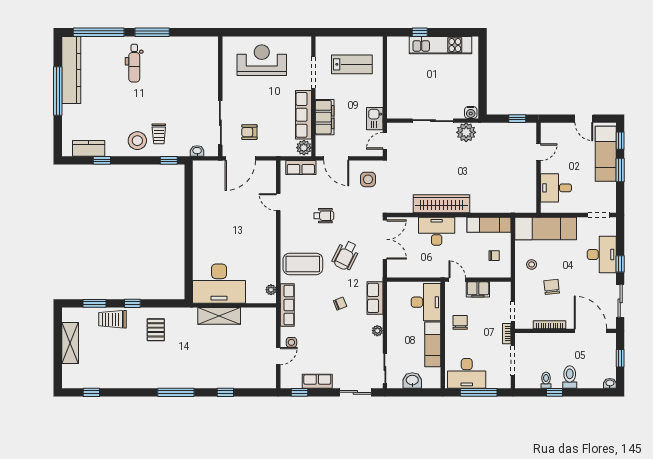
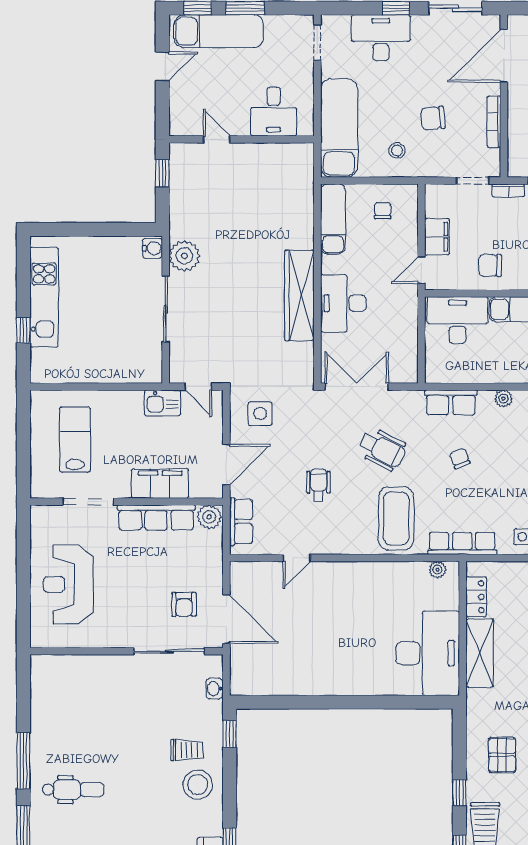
locker: (254, 314) -> (476, 597), added
pallet: (156, 330) -> (502, 755), turned 90

